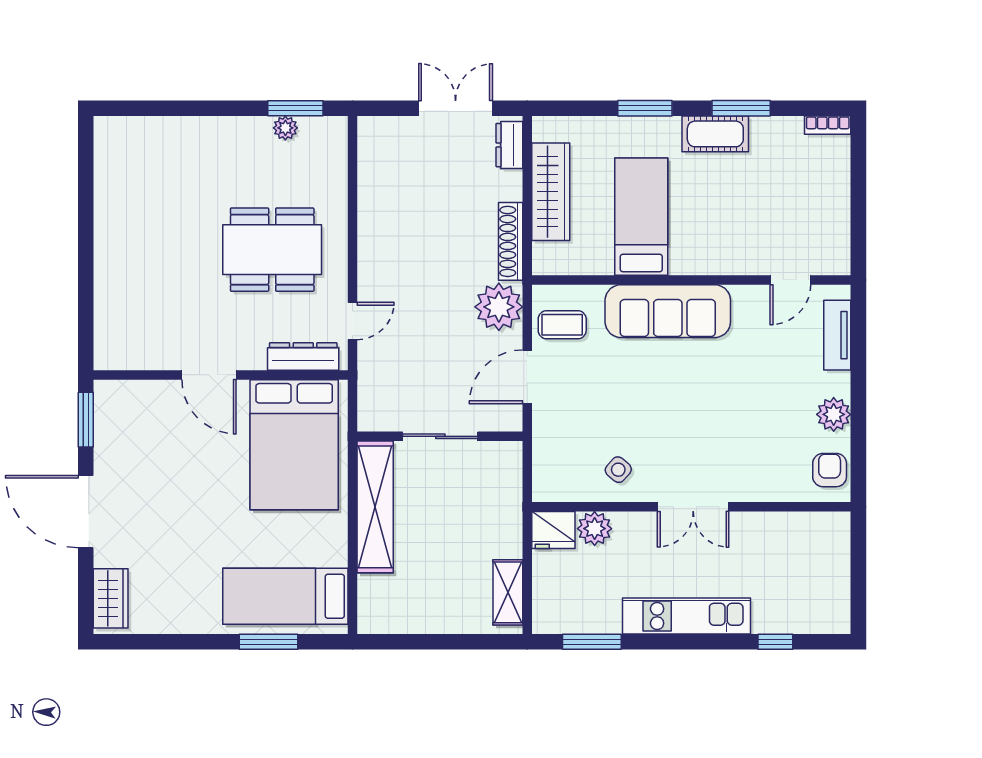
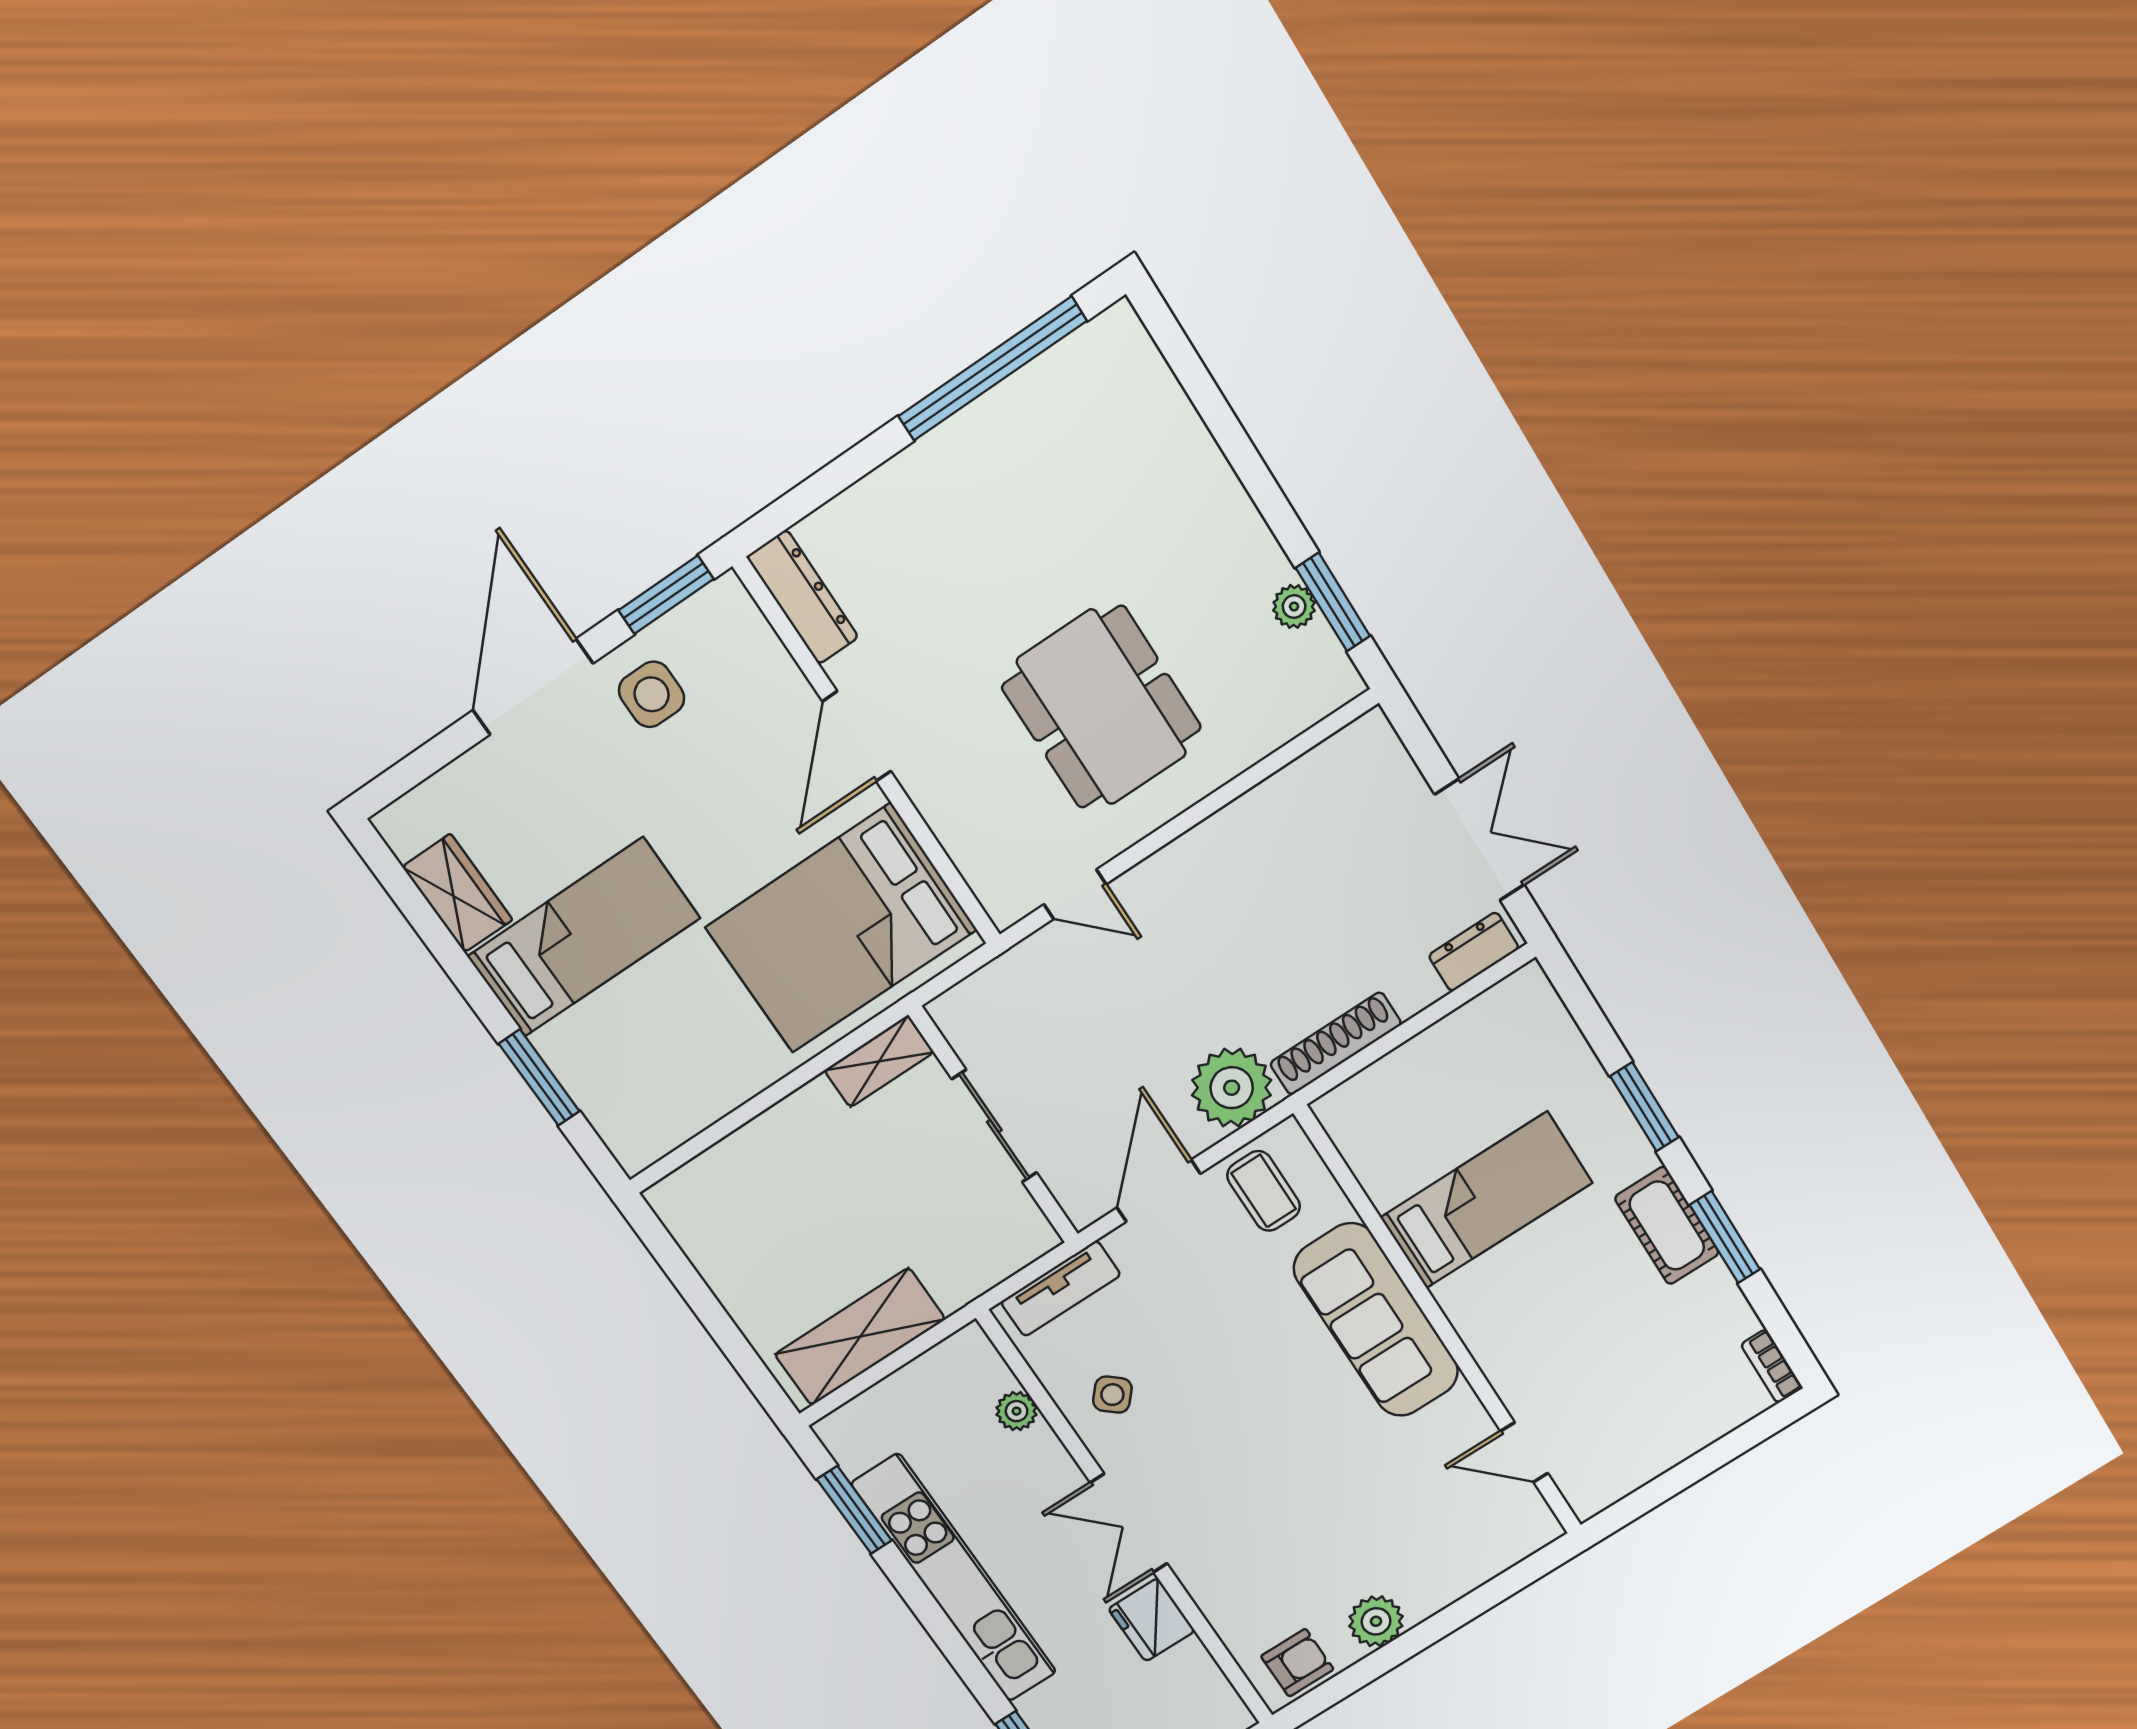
wardrobe: (551, 192) -> (1443, 1053), removed
window: (86, 199) -> (992, 369), added
tv unit: (837, 335) -> (1061, 1289), moved, turned 180
dresser: (303, 356) -> (803, 597), moved
door: (527, 377) -> (1159, 1191), hinge flipped
side table: (126, 458) -> (652, 694), added
shelving: (375, 507) -> (879, 1061), width x0.45, depth x0.75
plant: (595, 529) -> (1017, 1411), width x0.73, depth x0.73
fridge: (553, 530) -> (1152, 1620), moved
shelving: (508, 592) -> (860, 1337), width x1.50, depth x1.33
bed: (285, 596) -> (584, 937), moved, turned 90
wardrobe: (111, 598) -> (457, 893), moved, turned -90
kitchen unit: (686, 616) -> (954, 1578), width x1.36

